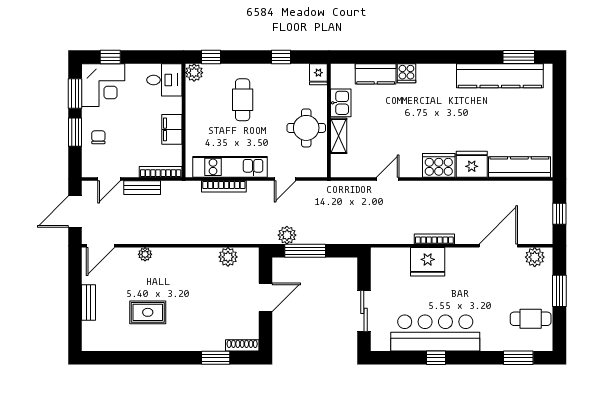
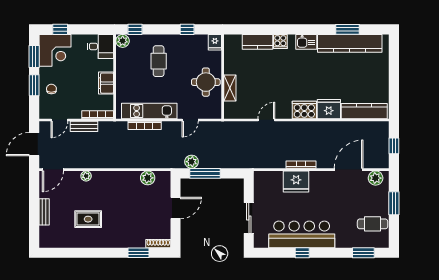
window: (519, 57) -> (347, 29), moved
kitchen sink: (341, 103) -> (306, 42), moved, turned 90

